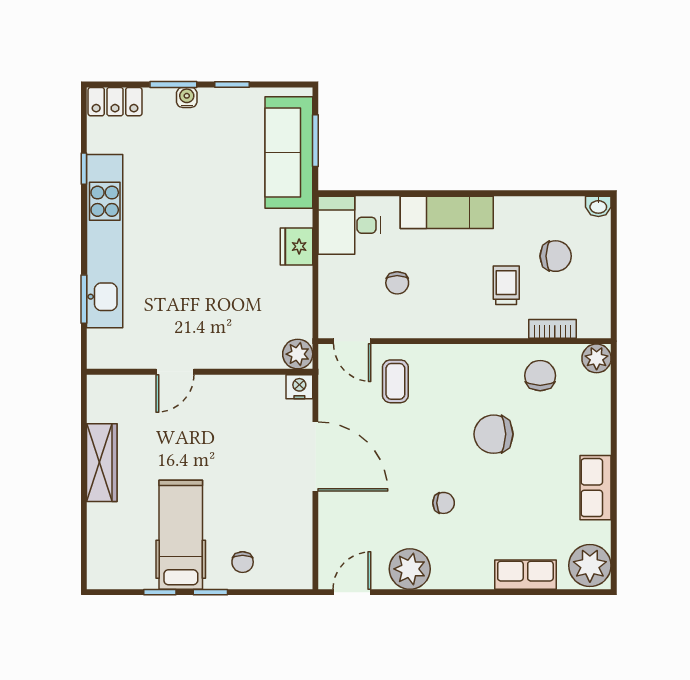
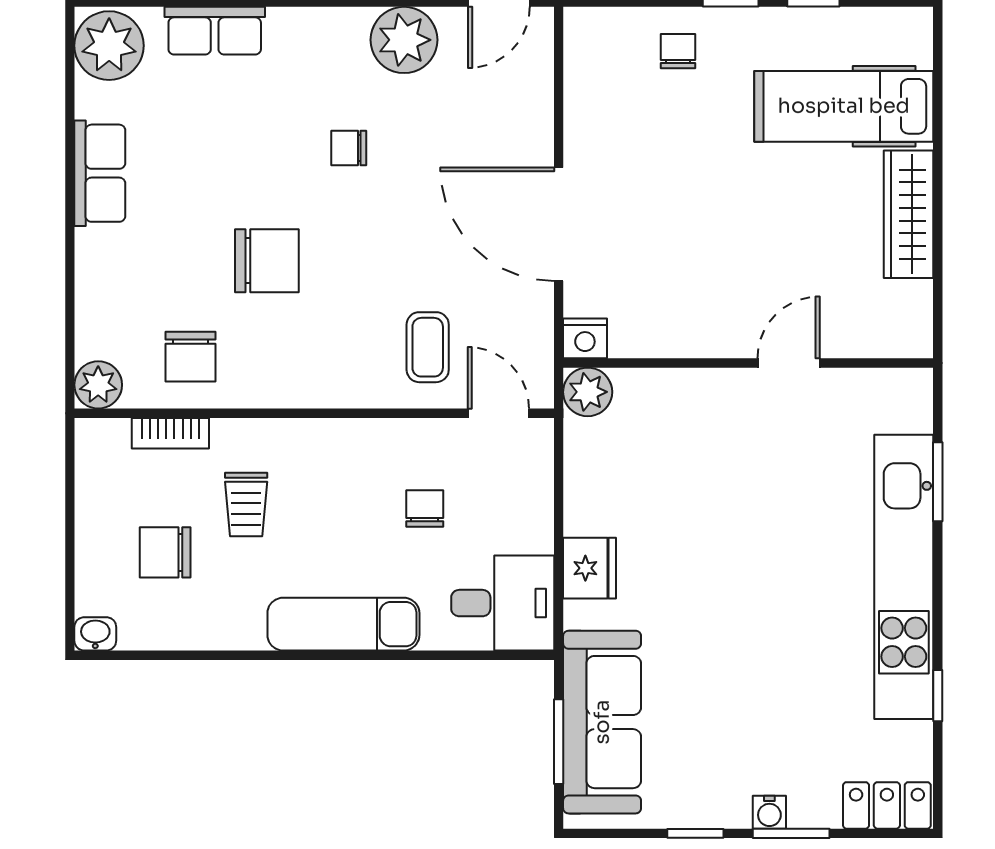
hospital bed: (181, 535) -> (844, 106), moved, turned 90

